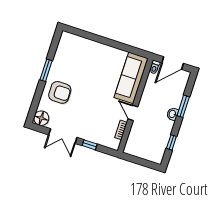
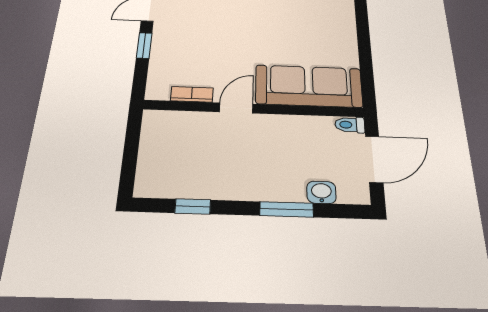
door: (173, 63) -> (374, 159), swing flipped
washbasin: (173, 114) -> (321, 192), moved

